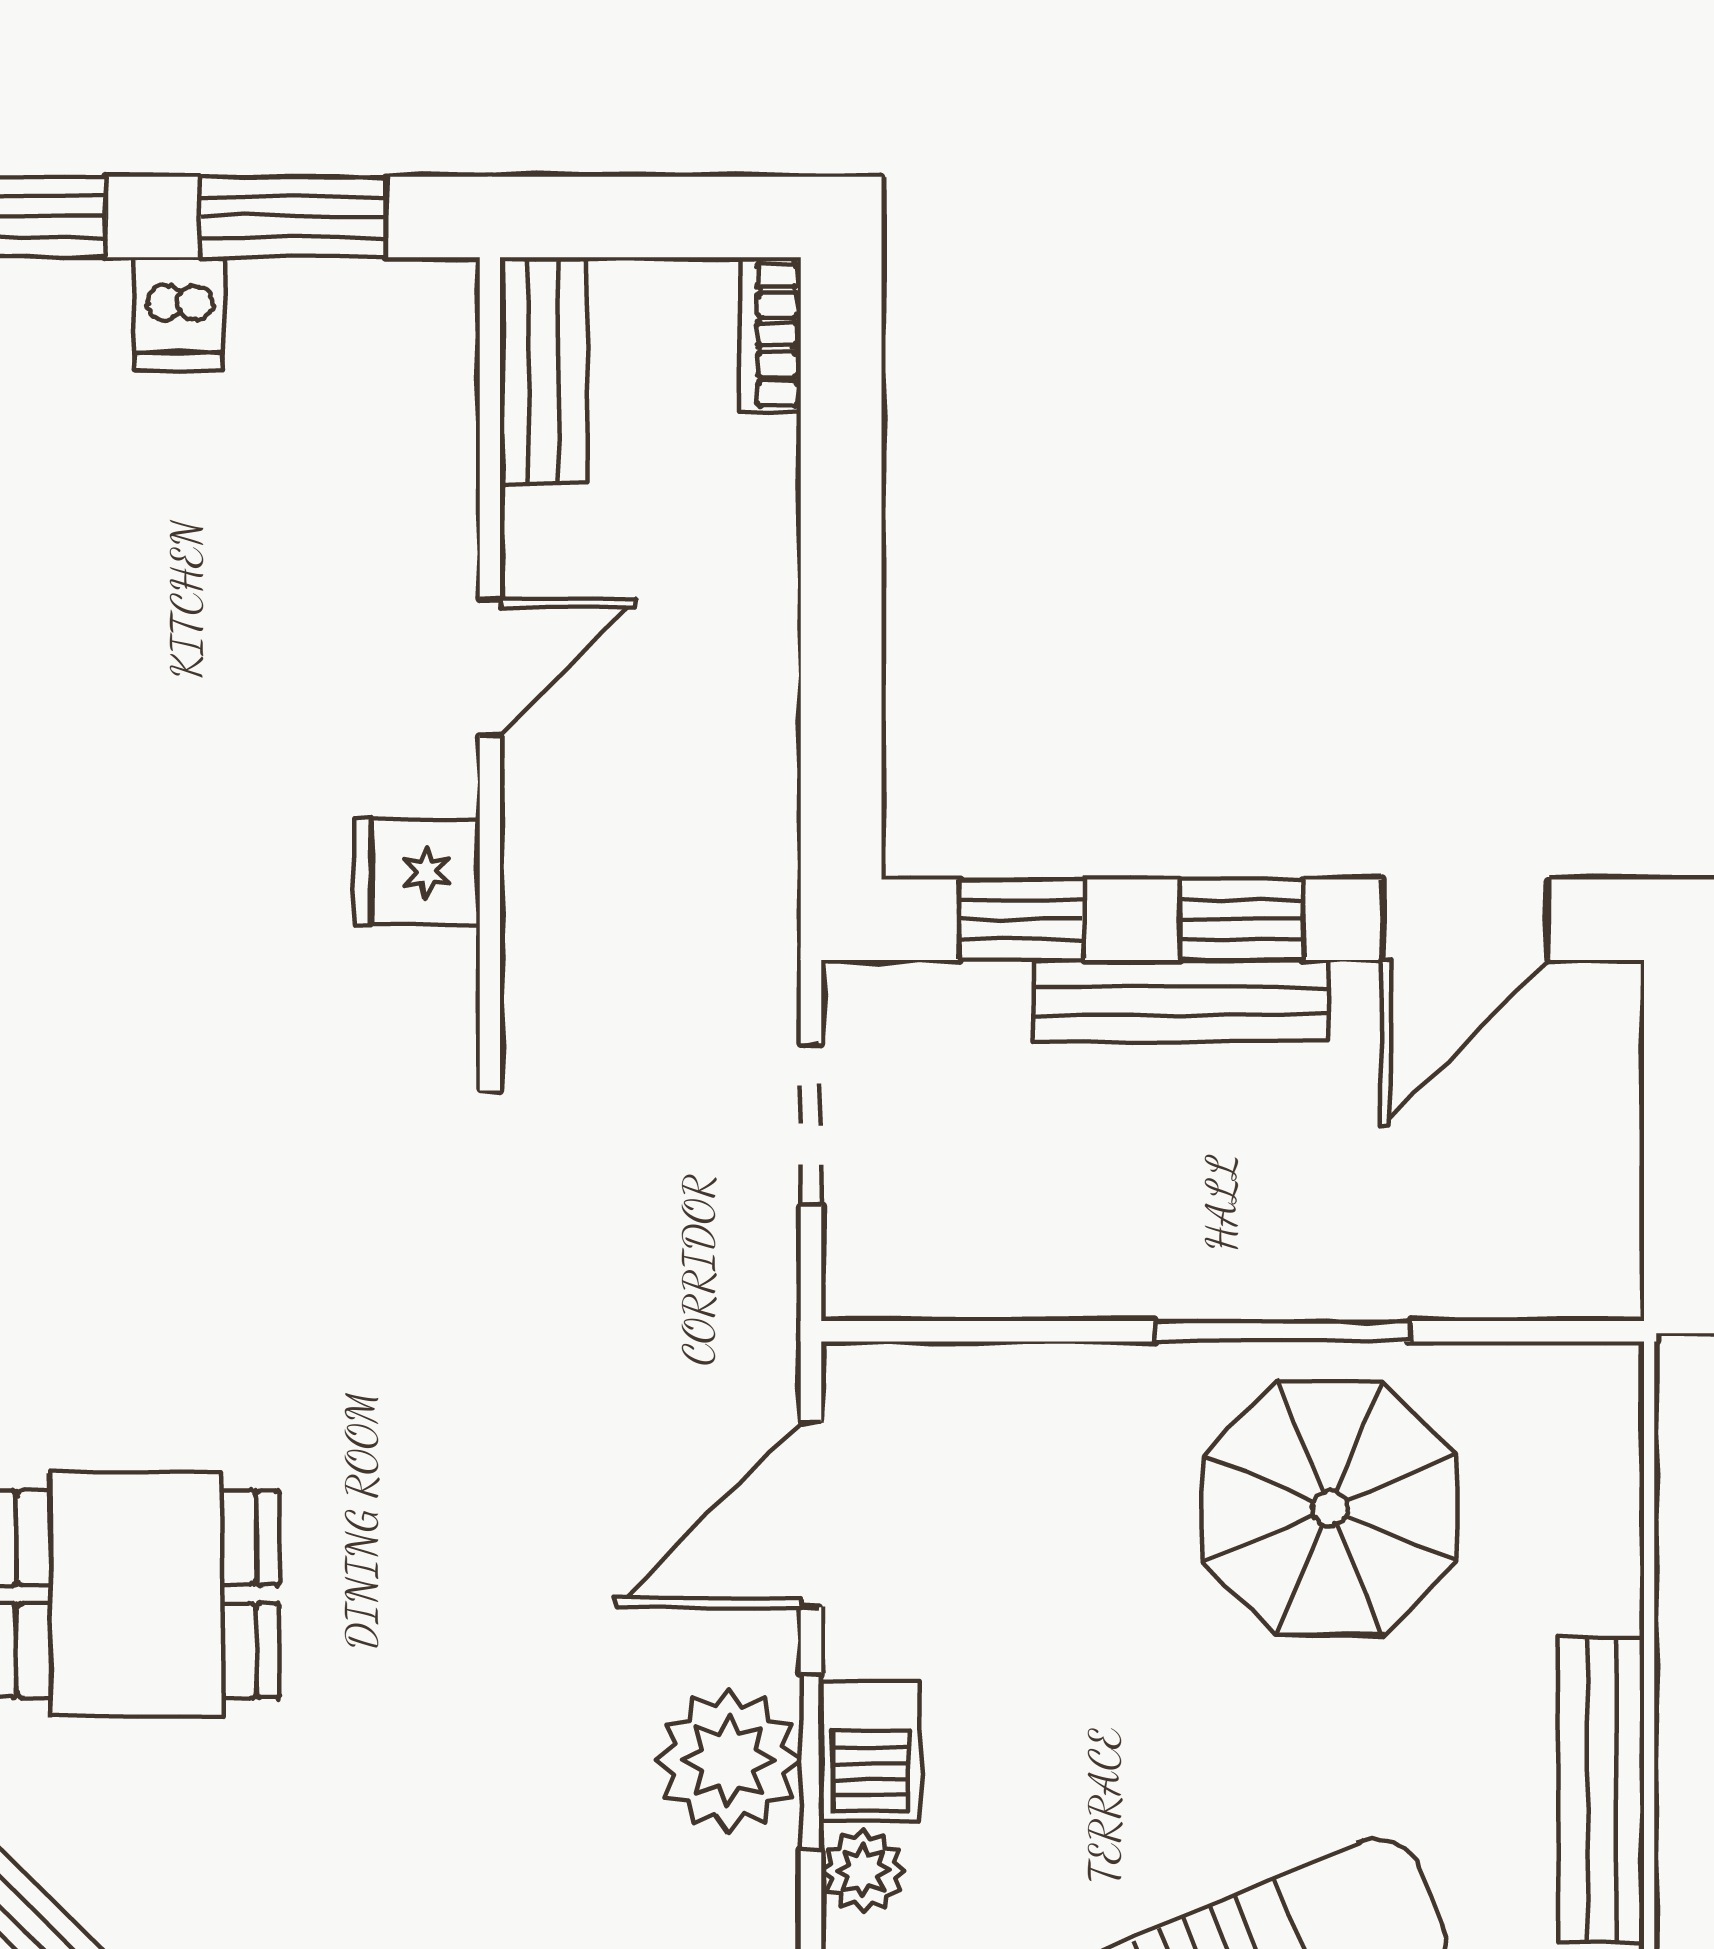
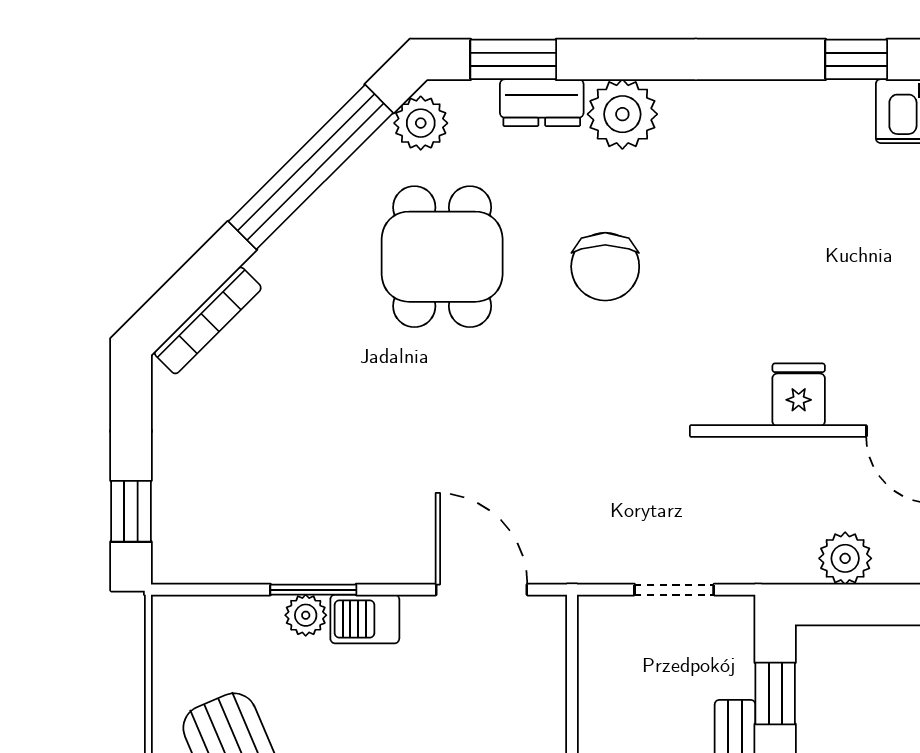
chair: (157, 1264) -> (605, 267), added
plant: (728, 1761) -> (845, 558), moved, width x0.73, depth x0.73
window: (811, 1762) -> (313, 590), moved

